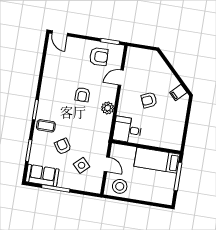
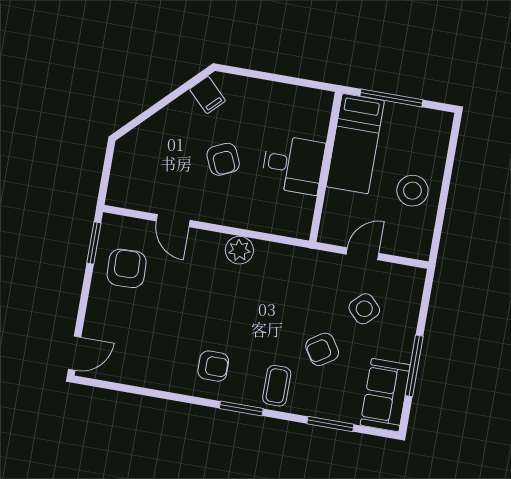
armchair: (82, 95) -> (213, 366), moved
desk: (127, 130) -> (293, 165), moved, turned -90
stool: (120, 186) -> (412, 191), moved

